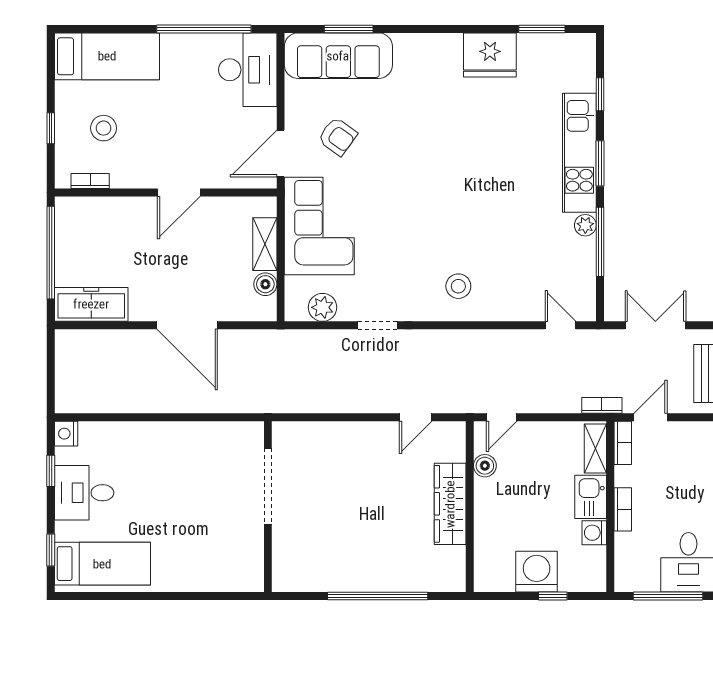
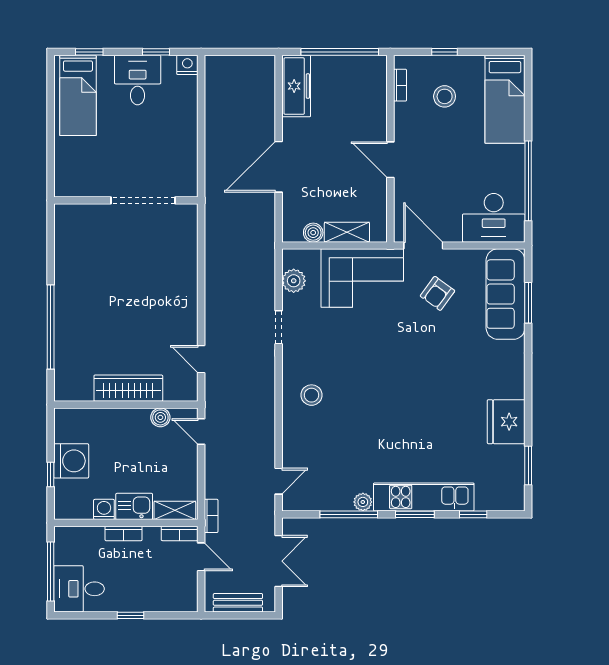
doorway: (268, 486) -> (143, 200), moved
wall: (268, 507) -> (126, 200), moved

